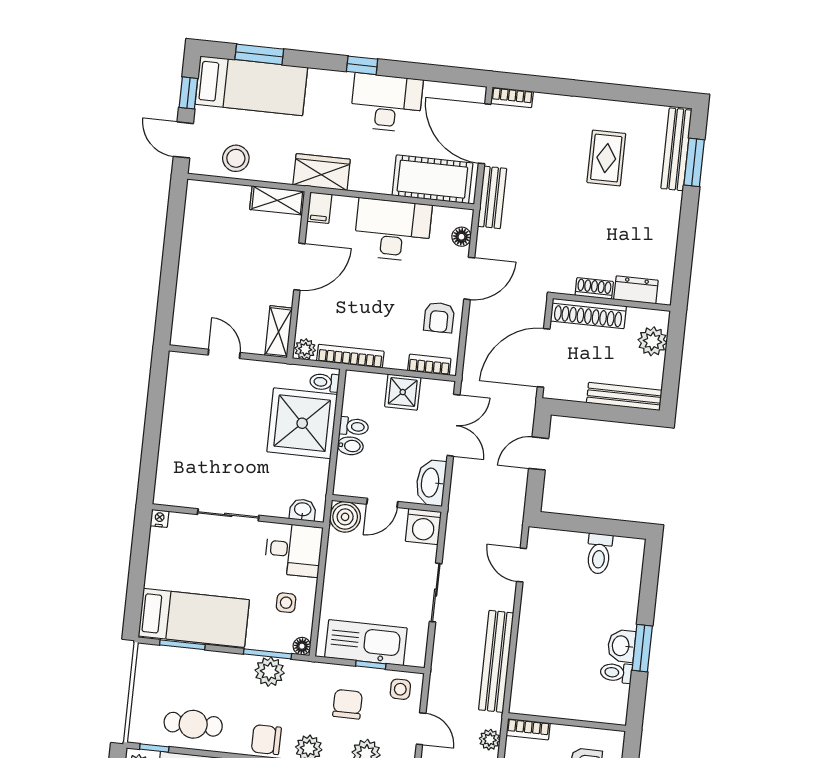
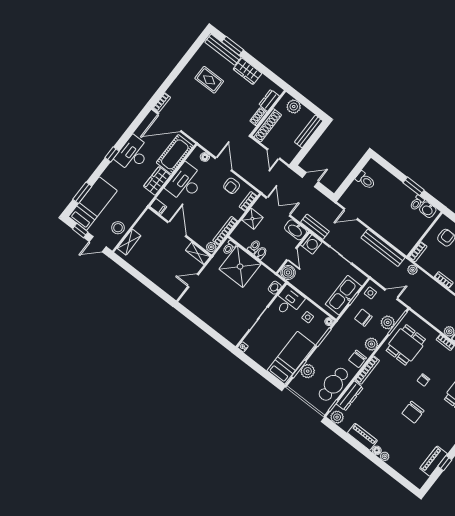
wardrobe: (322, 172) -> (157, 181), moved
bench: (492, 197) -> (315, 227), moved
shelving: (277, 200) -> (129, 242), moved
wardrobe: (665, 218) -> (248, 71), added
armchair: (439, 317) -> (232, 186), turned 90
door: (544, 358) -> (273, 154), width x0.53
door: (539, 453) -> (310, 180), swing flipped
washbasin: (621, 646) -> (428, 210), moved
plant: (270, 672) -> (308, 371), moved
cafe table: (193, 724) -> (333, 384), width x1.37, depth x1.35

